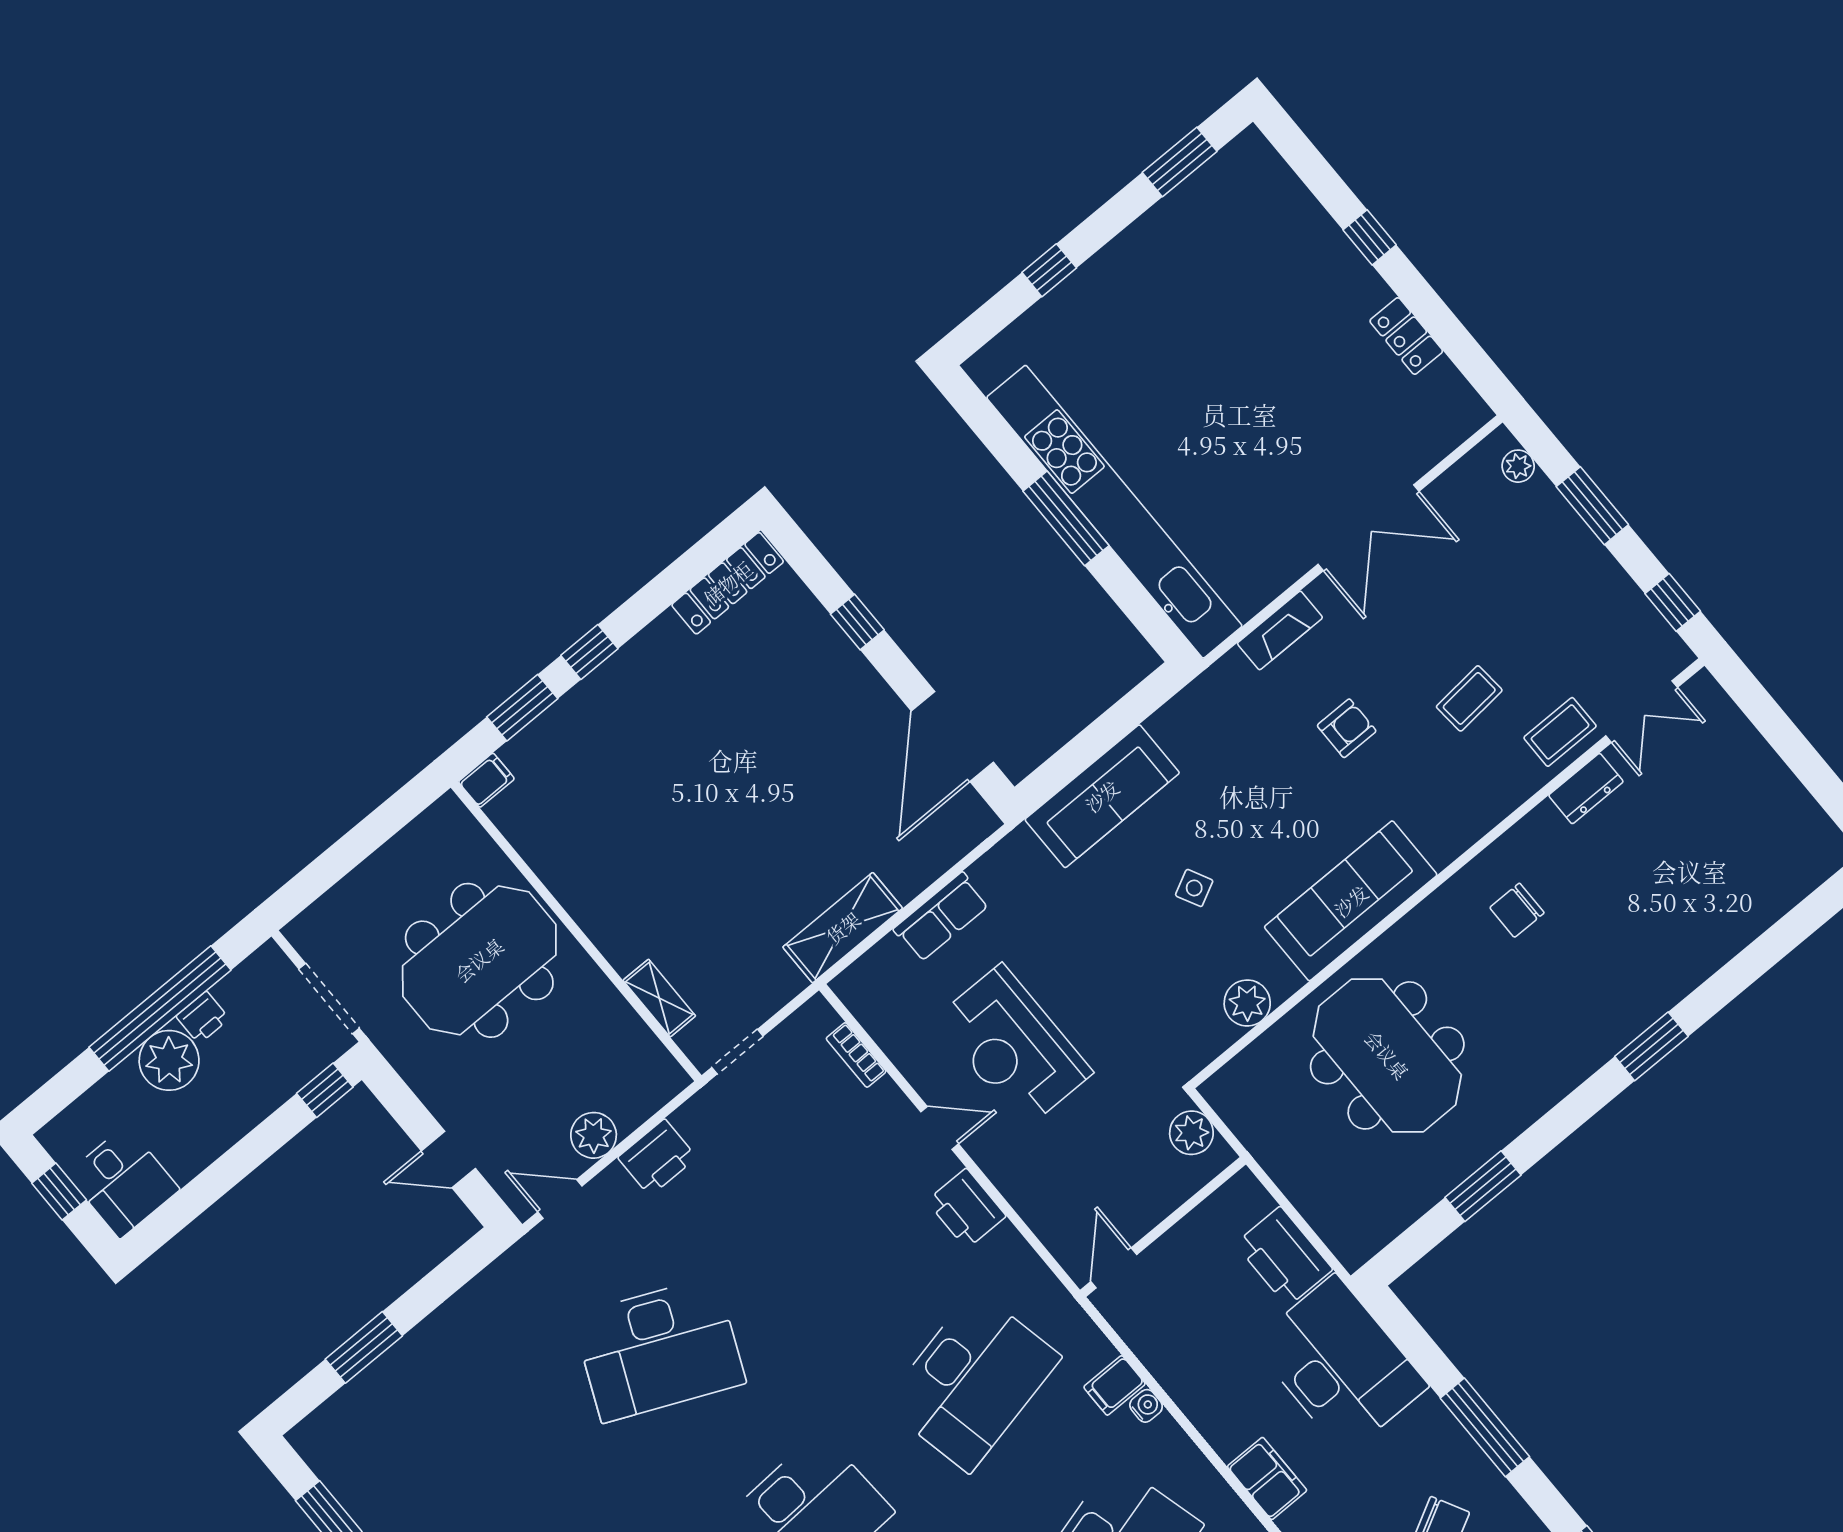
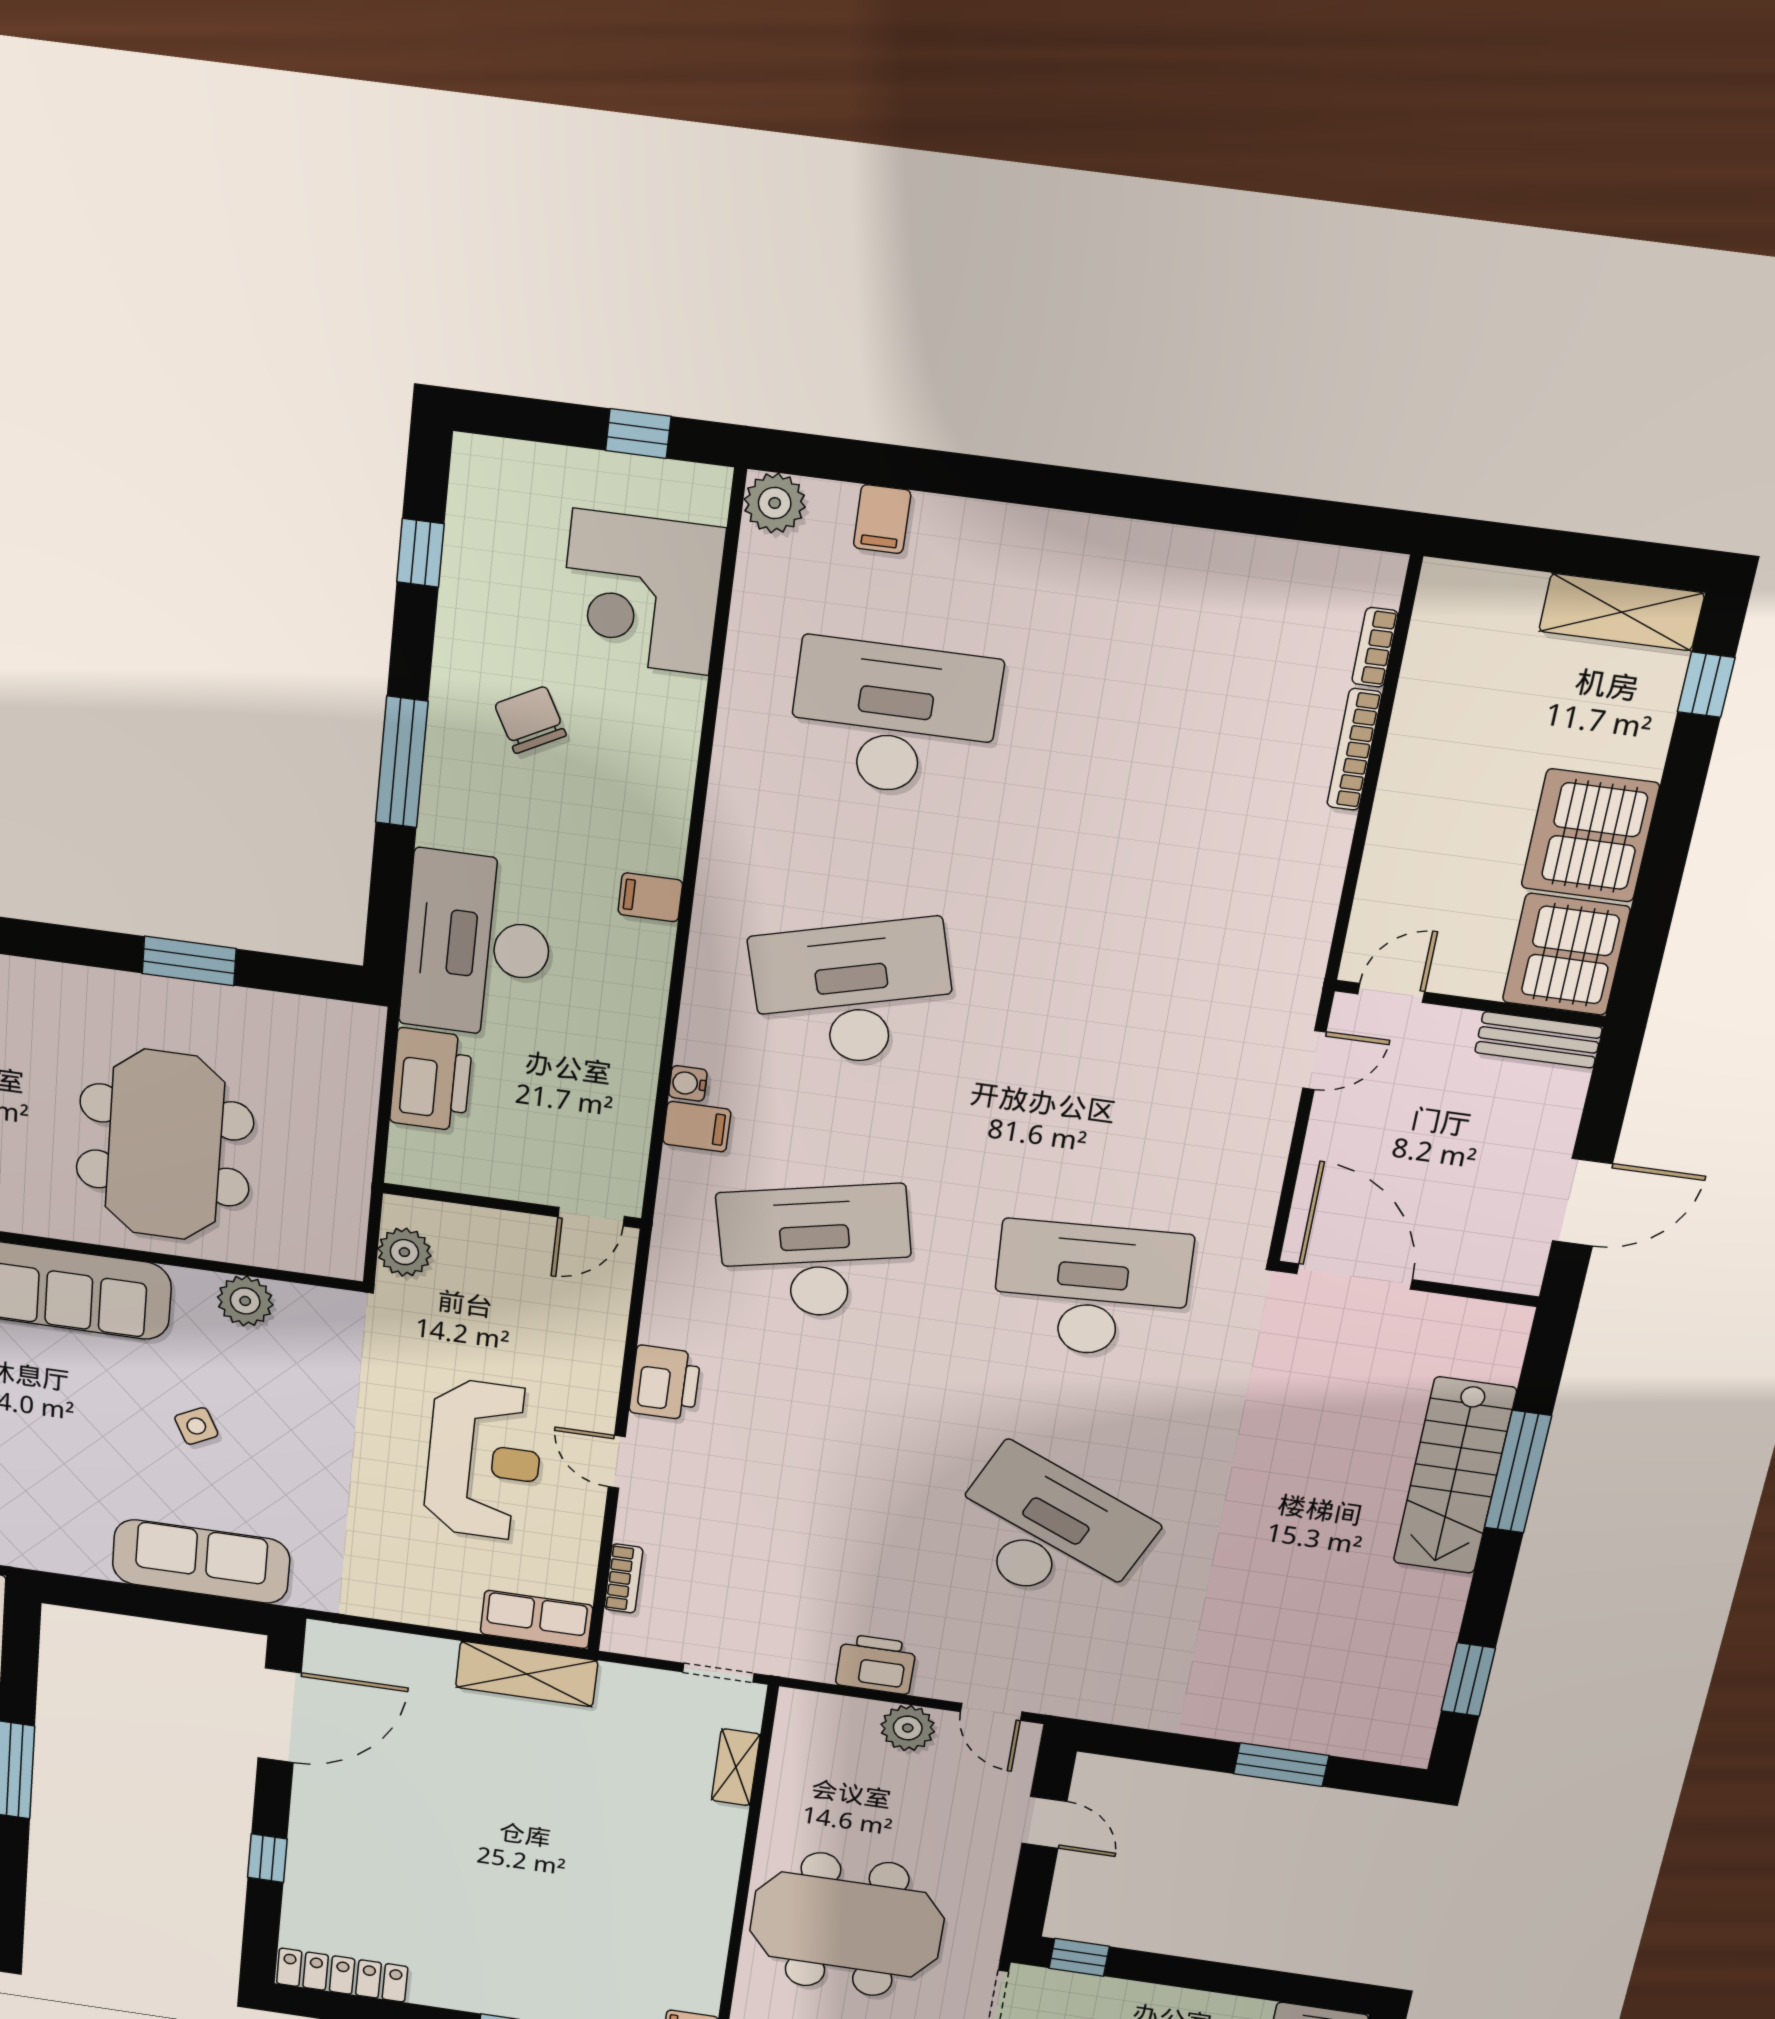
row of seats: (941, 917) -> (536, 1620), moved
filing cabinet: (1267, 1478) -> (650, 897), width x0.50

